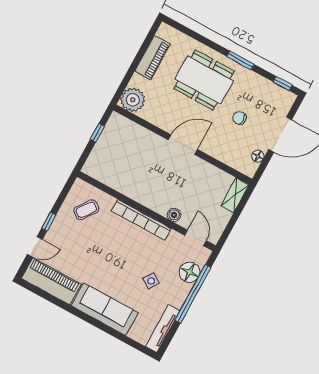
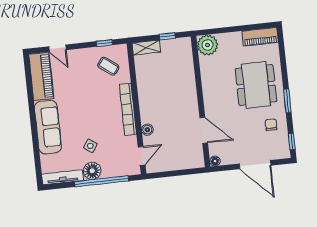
piano: (153, 58) -> (260, 37), moved
chair: (239, 118) -> (271, 125), moved
door: (183, 145) -> (204, 130), moved
floor lamp: (258, 156) -> (215, 161), moved
shelving: (235, 195) -> (146, 47), moved
window: (49, 222) -> (104, 43), moved
floor lamp: (190, 272) -> (92, 171), moved

